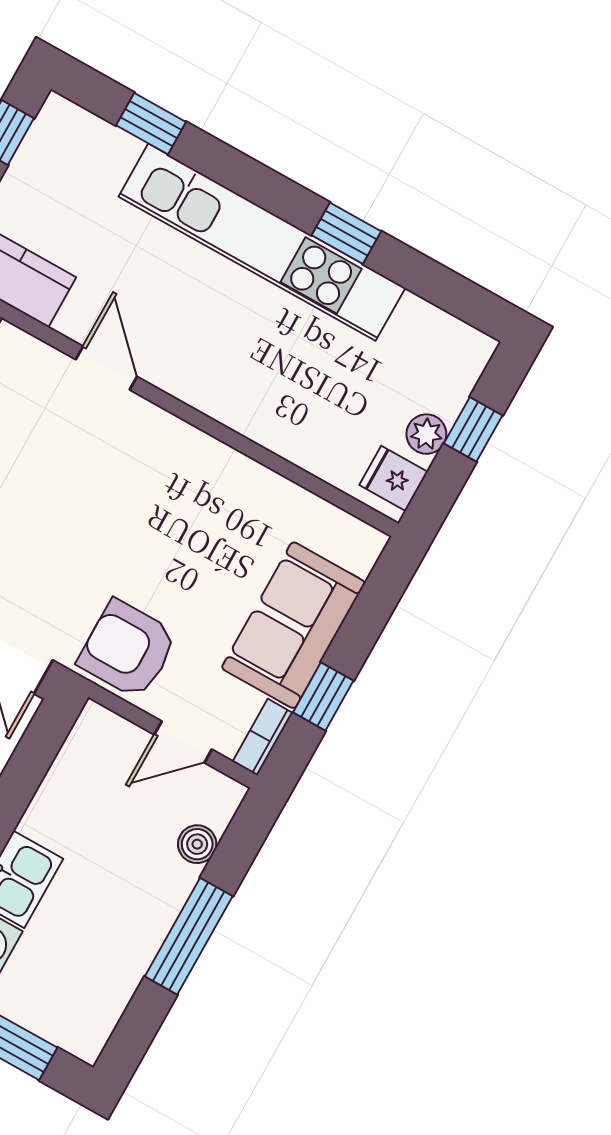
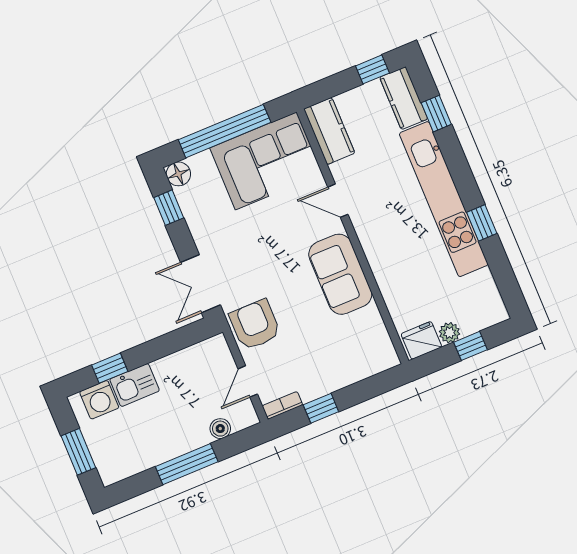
kitchen counter: (85, 139) -> (404, 98), added
door: (106, 368) -> (338, 201), swing flipped
fridge: (393, 478) -> (421, 340), width x1.38
sofa: (293, 625) -> (340, 274), moved, turned -90
door: (183, 742) -> (248, 381), hinge flipped

